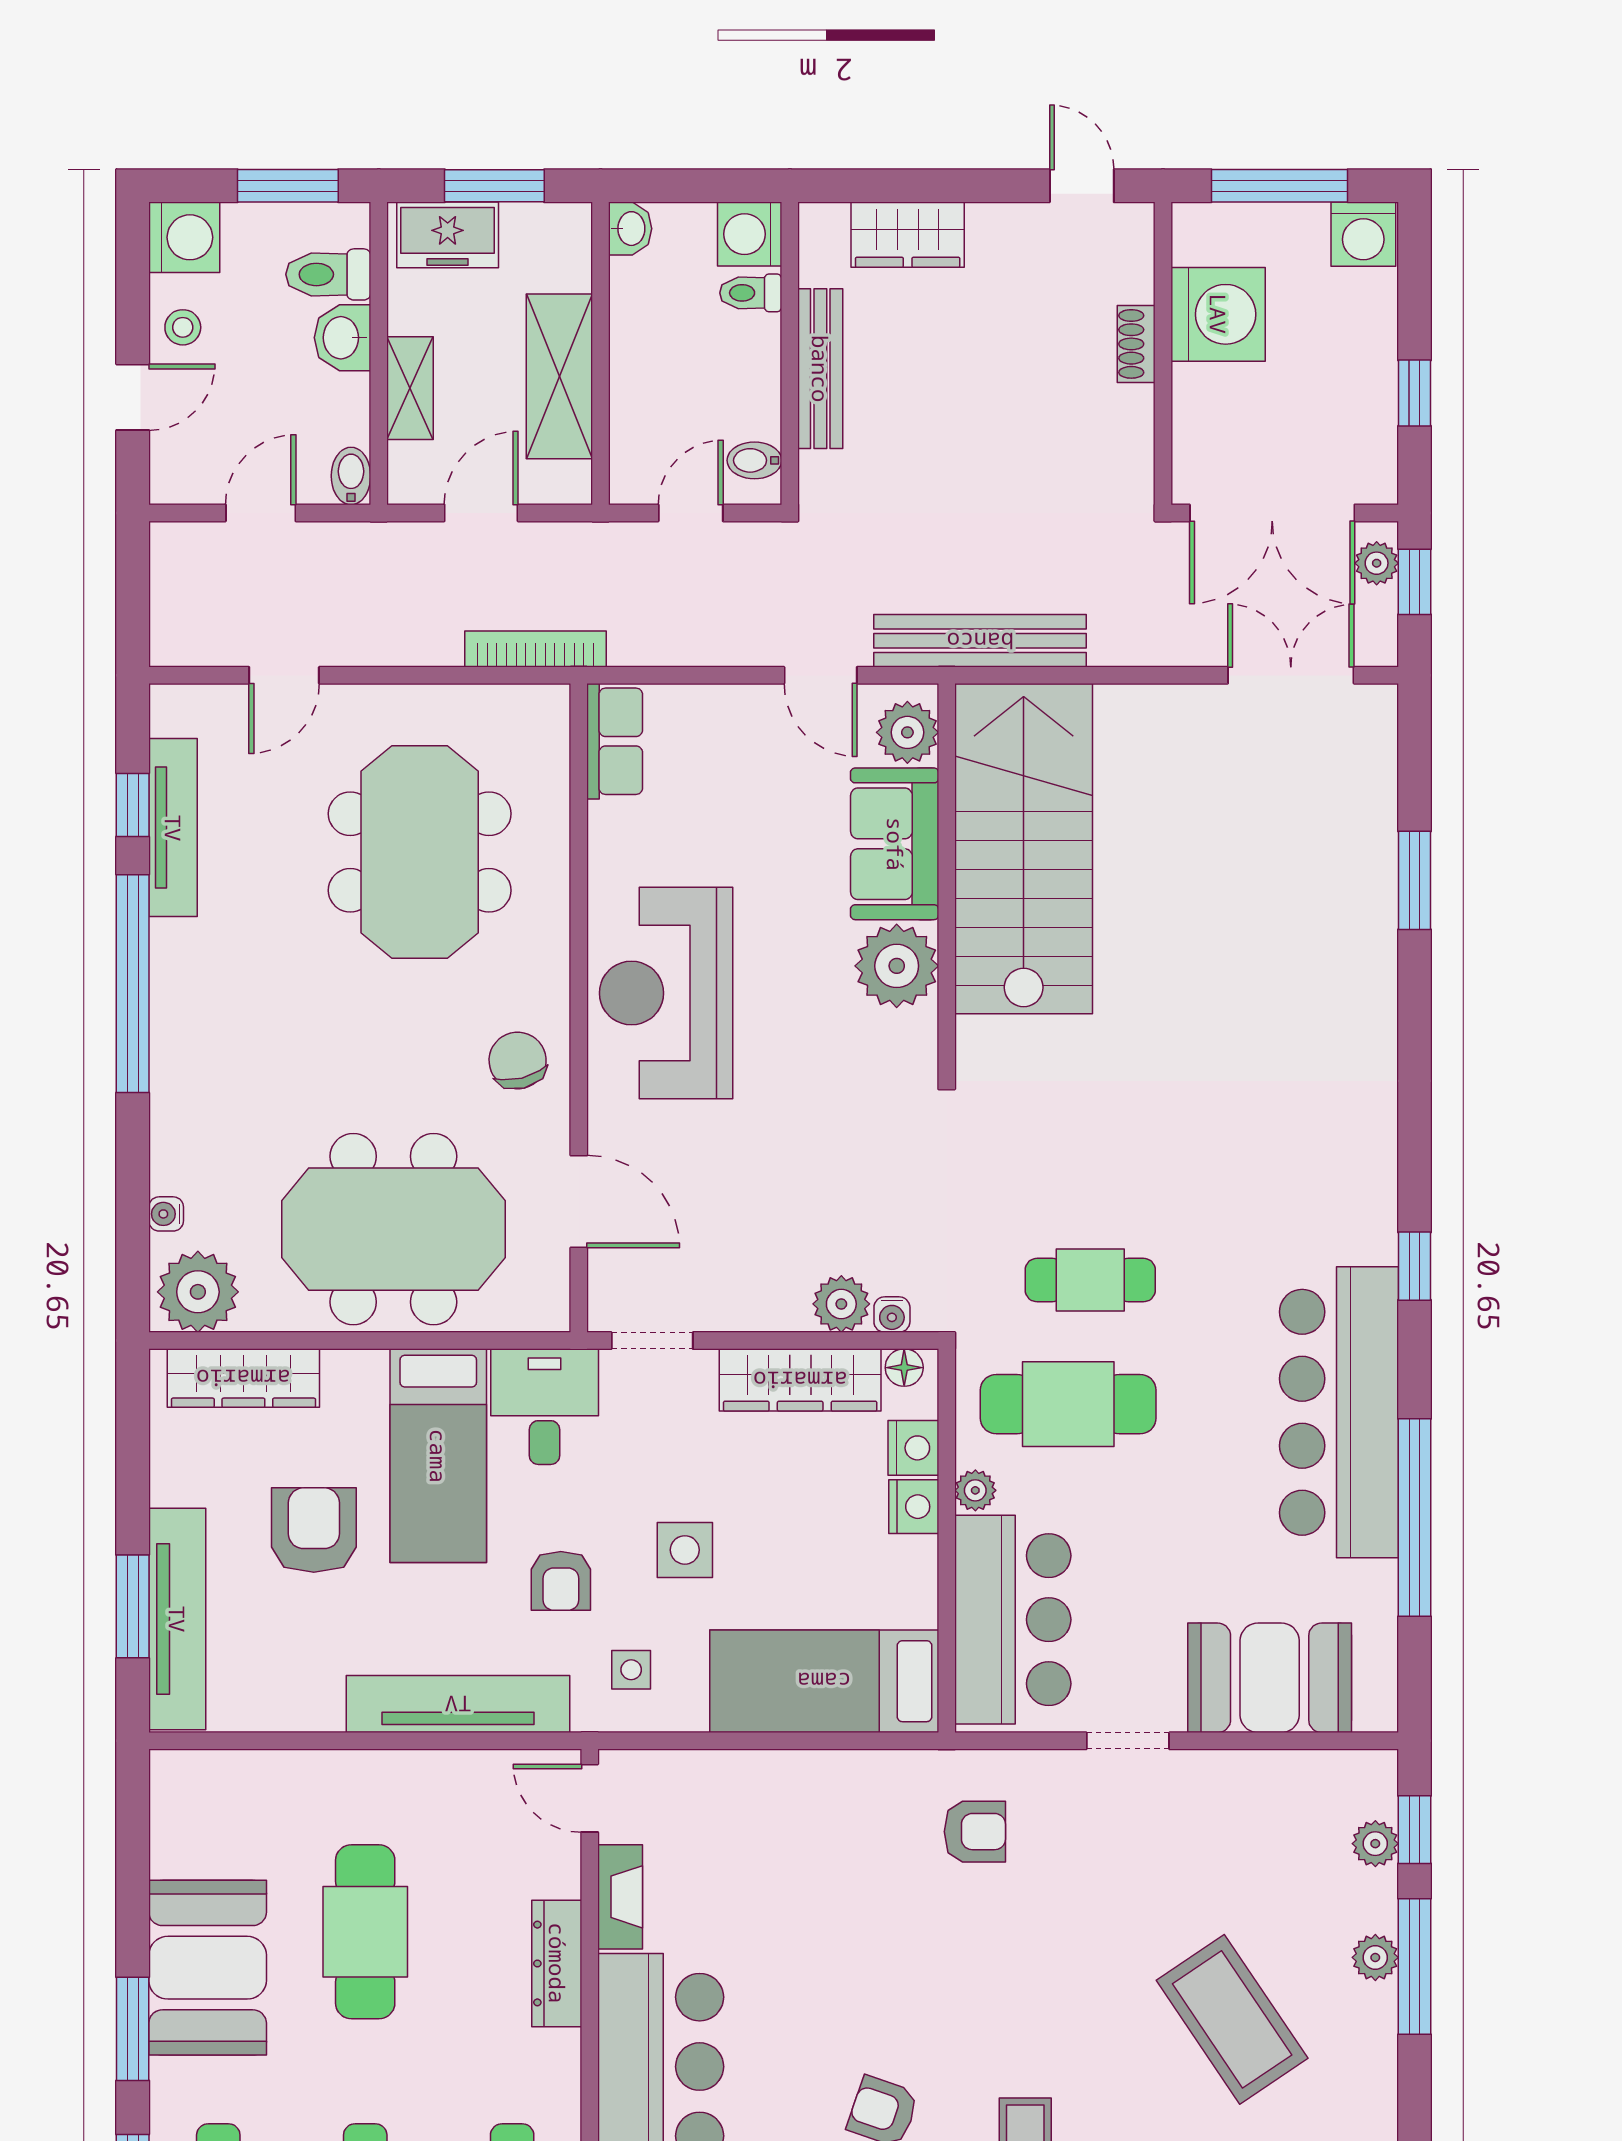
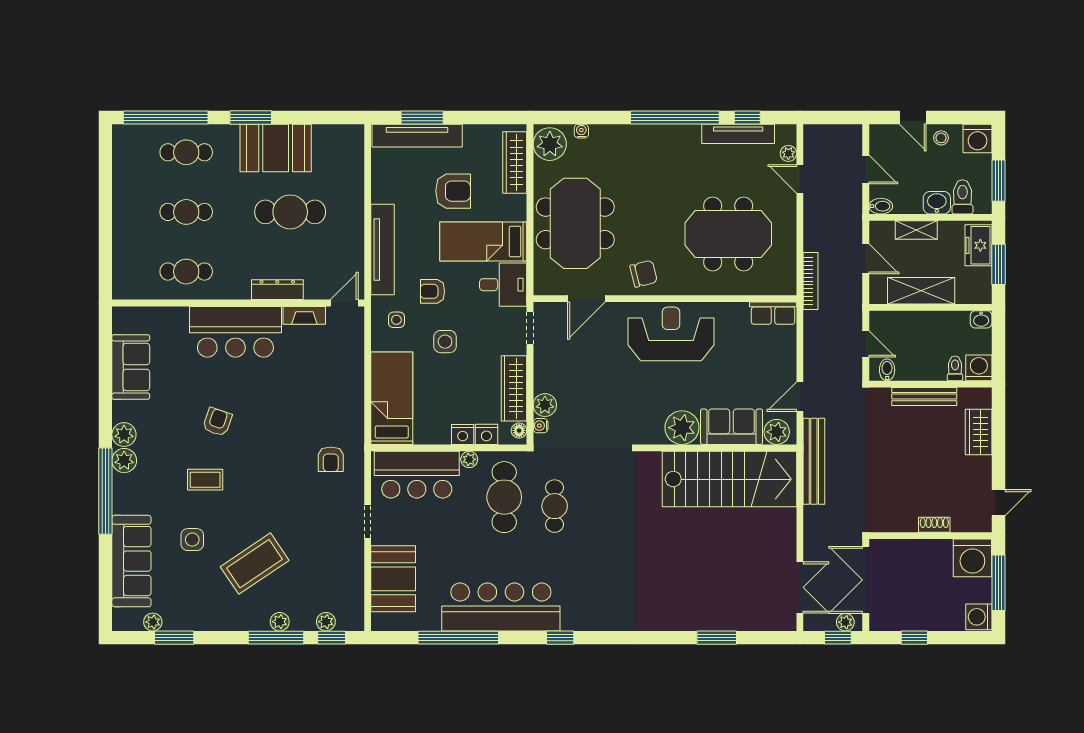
washing machine: (1218, 314) -> (972, 558), moved
plant: (221, 703) -> (788, 153), added

